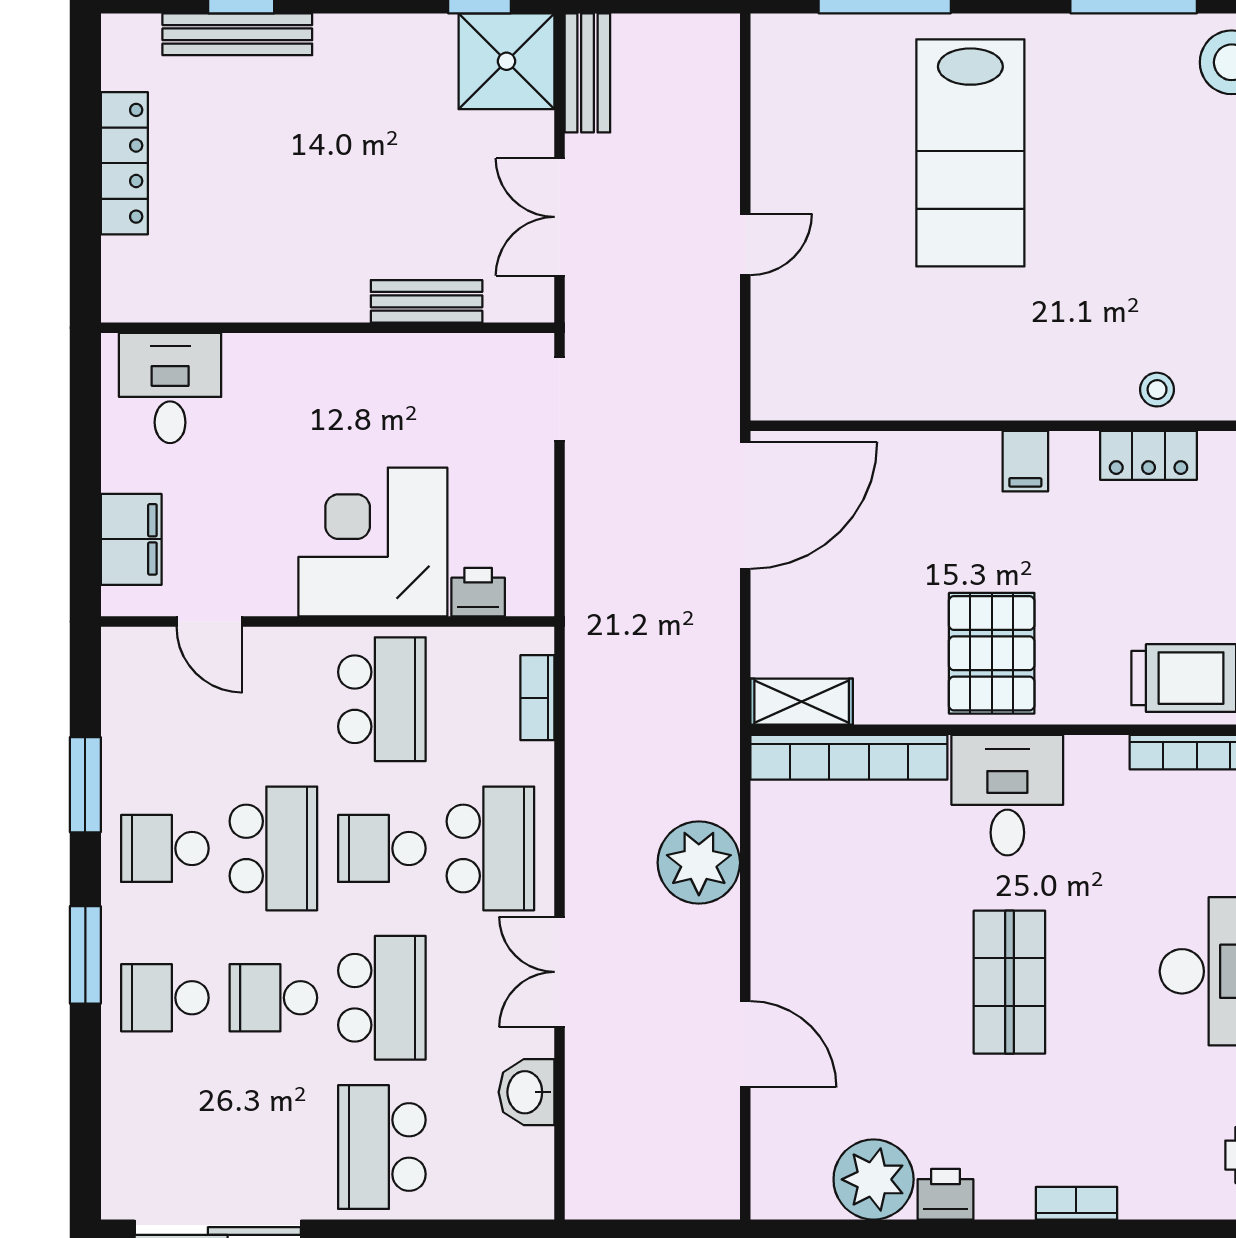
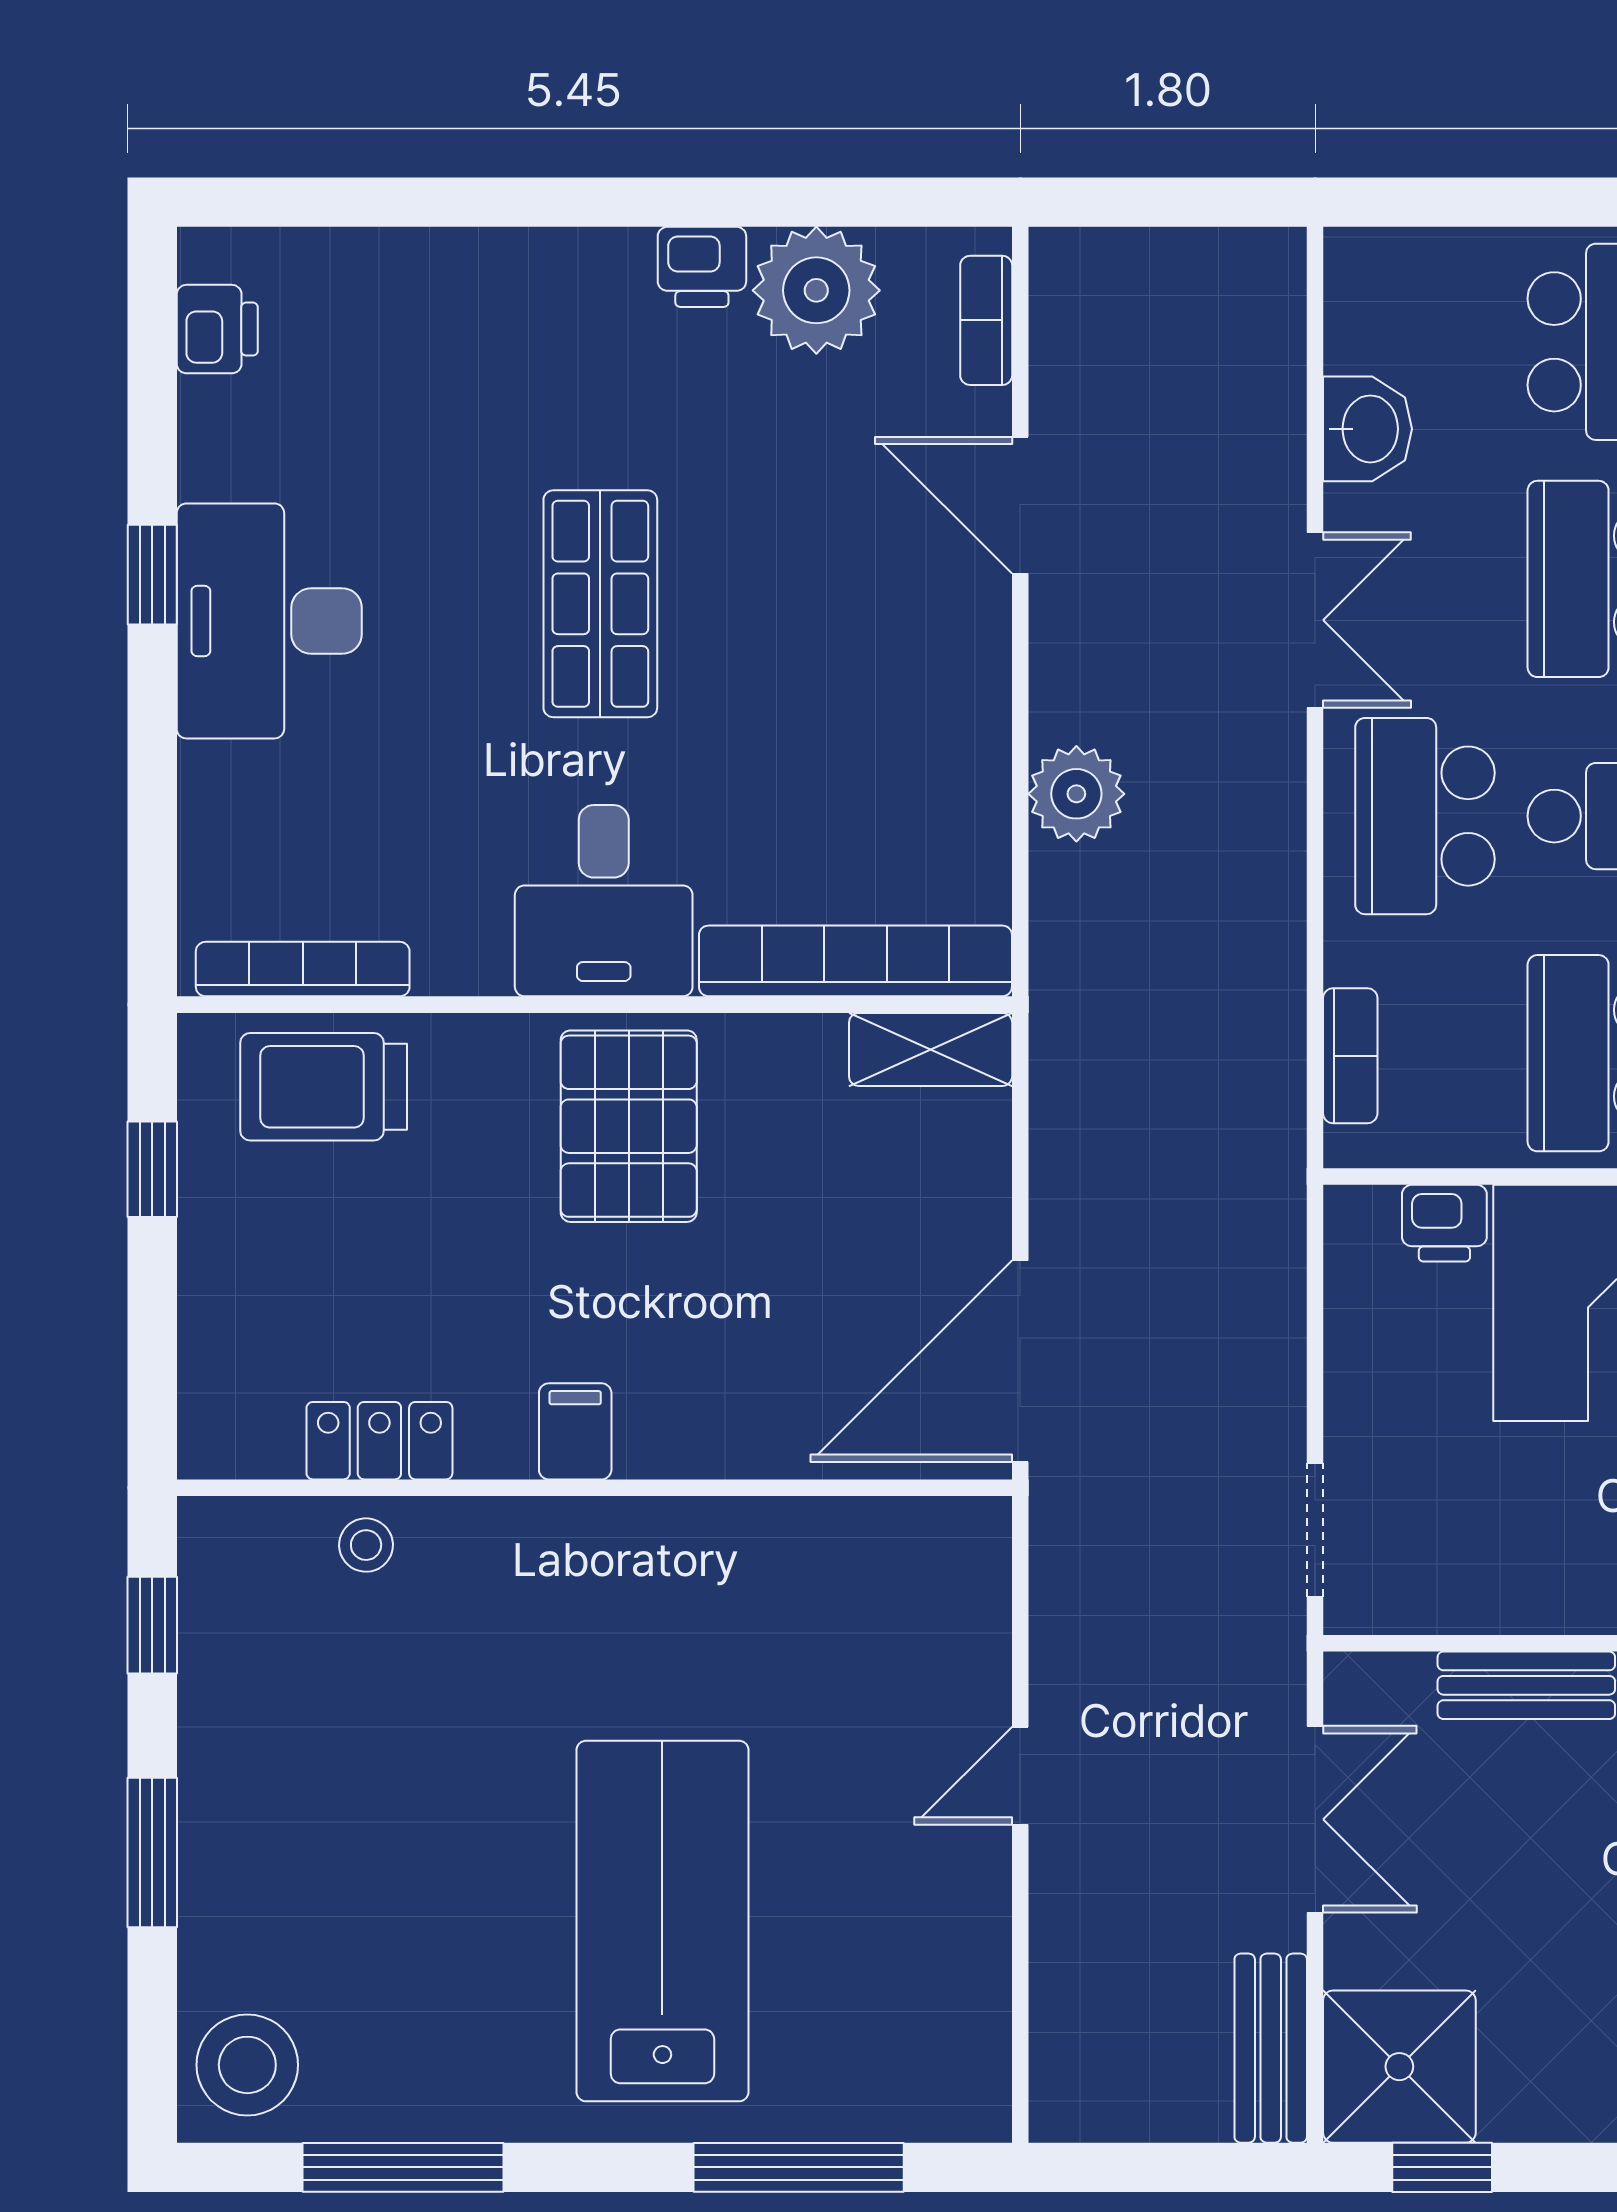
plant: (699, 863) -> (1076, 794), width x0.73, depth x0.73
bookcase: (1076, 1203) -> (986, 320), moved, turned 90

